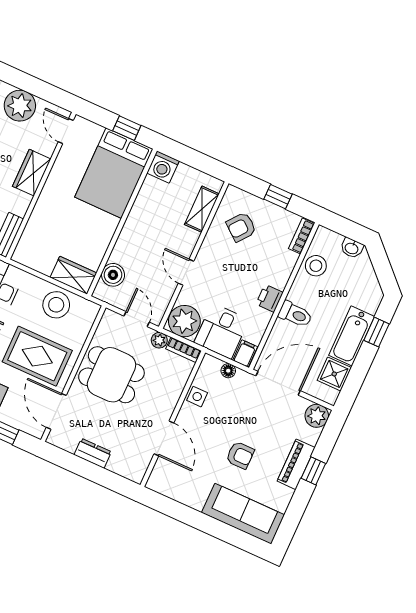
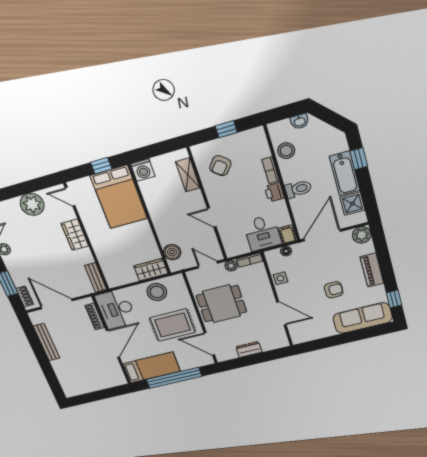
bookcase: (302, 236) -> (271, 170), moved
plant: (184, 321) -> (236, 245), removed
window: (313, 471) -> (394, 299), moved

